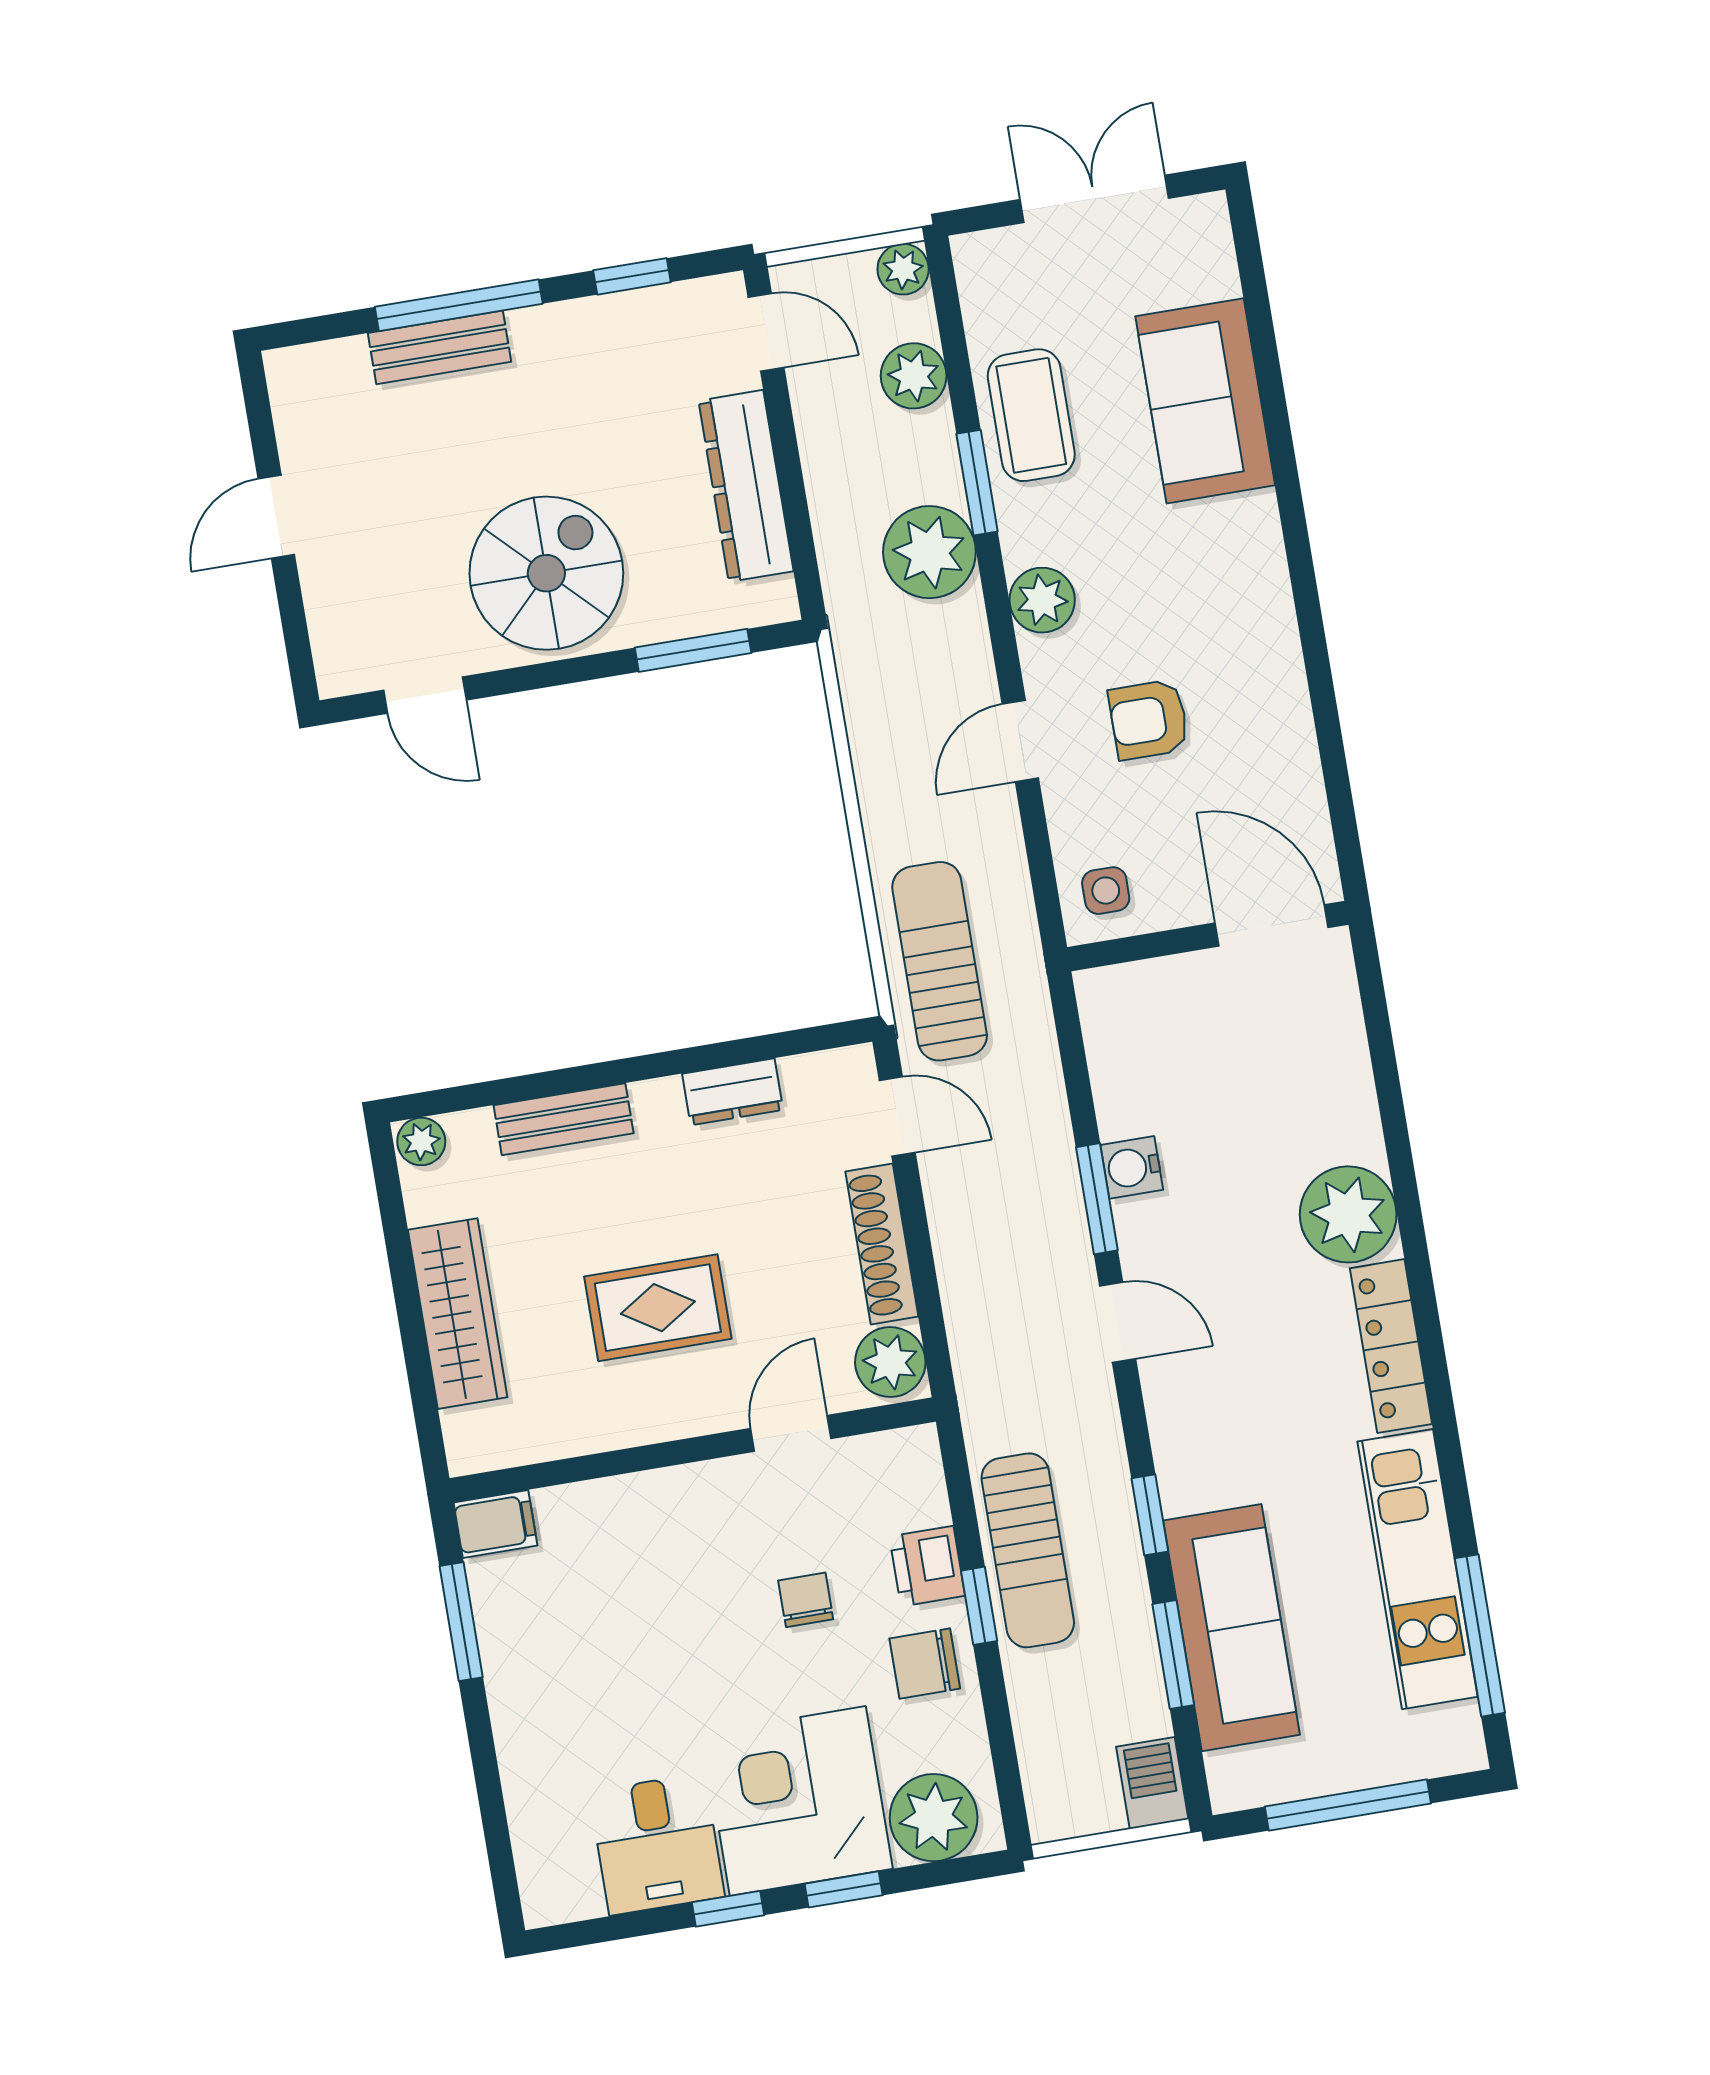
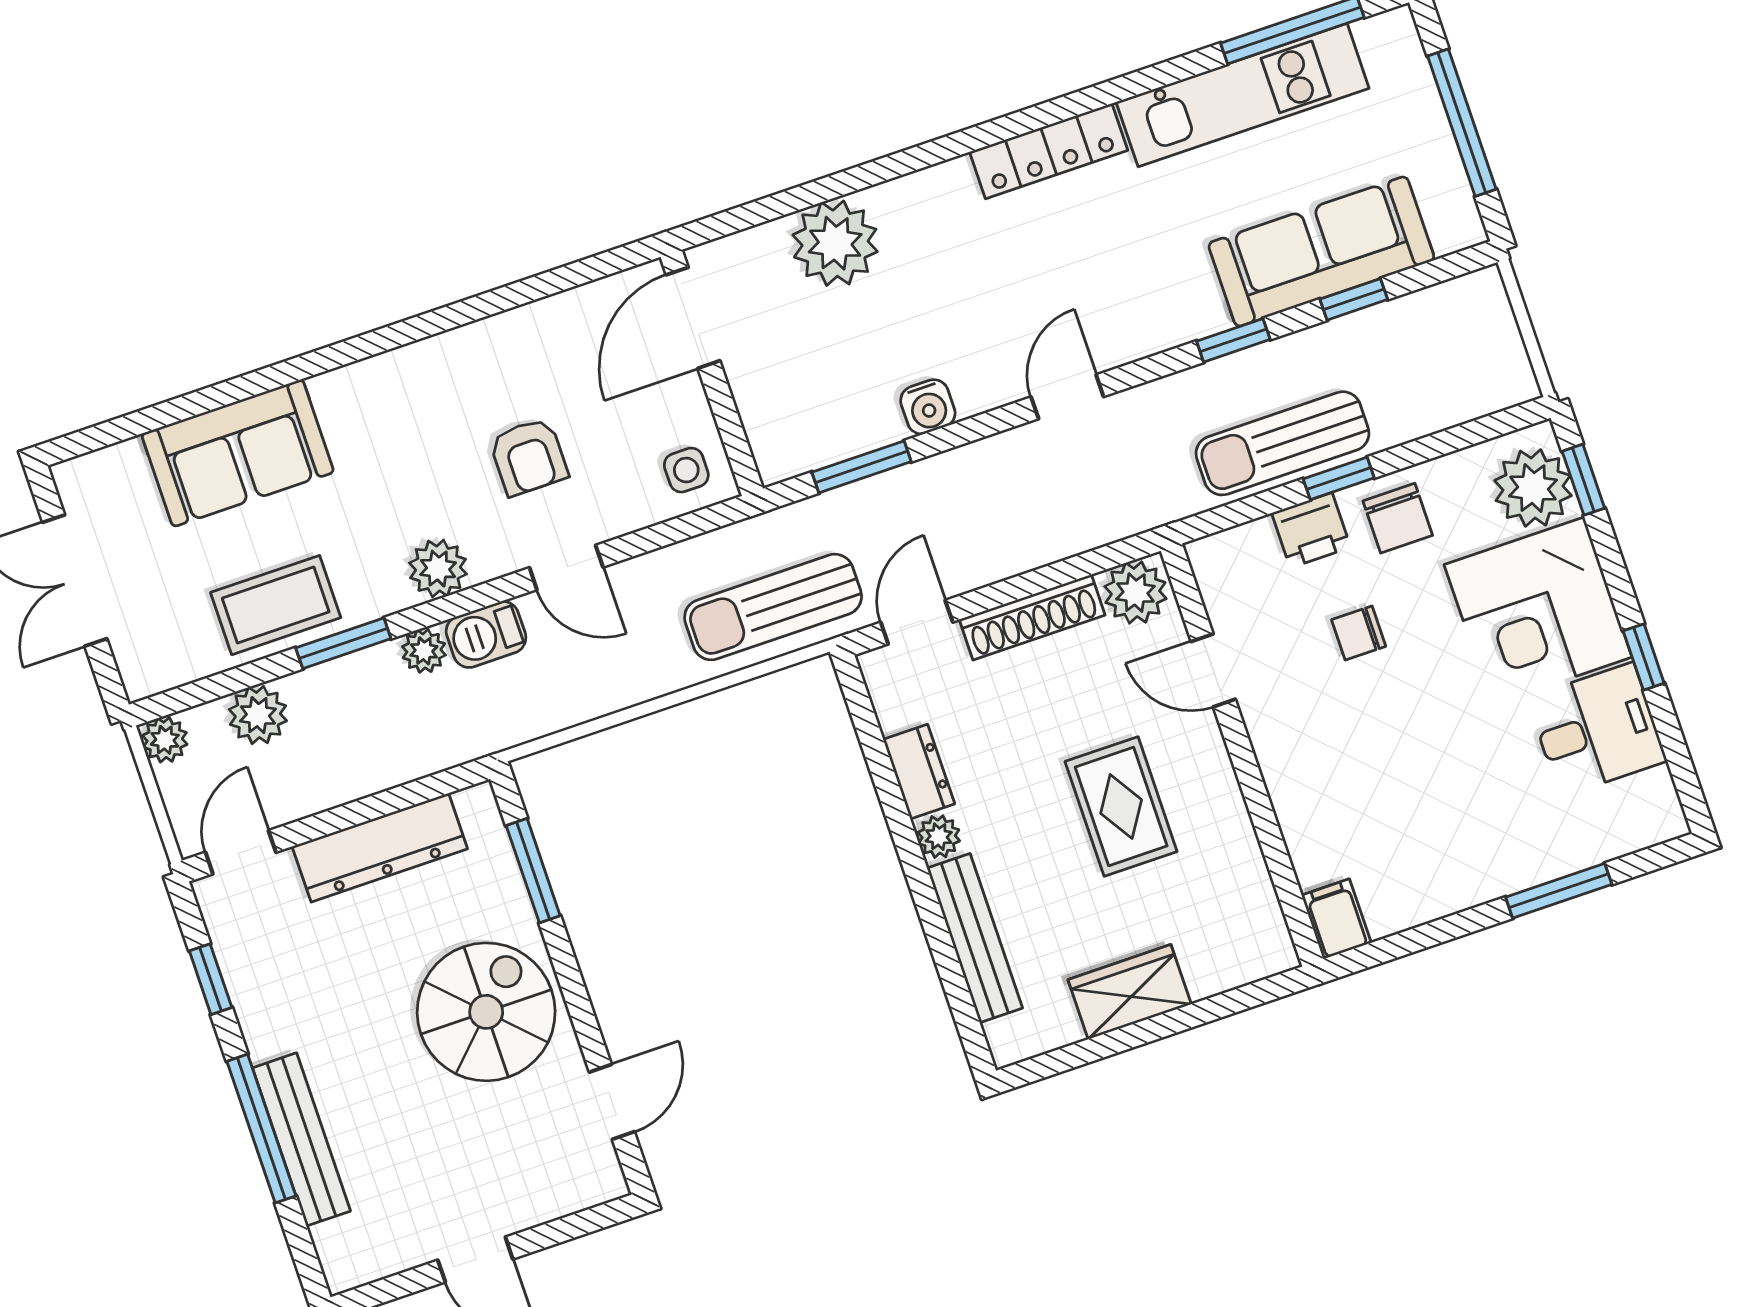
bench: (440, 347) -> (301, 1139), width x1.36
plant: (929, 552) -> (424, 651), width x0.53, depth x0.53
spiral stairs: (546, 573) -> (486, 1012), turned 90
bench: (564, 1119) -> (975, 938), width x1.36
plant: (421, 1141) -> (939, 837), moved
window: (1097, 1199) -> (862, 467), moved
plant: (1348, 1214) -> (835, 243), moved
wardrobe: (458, 1314) -> (1130, 992), width x0.67
sun lounger: (1028, 1550) -> (1283, 443), turned 180
window: (461, 1622) -> (1559, 891), moved
window: (1173, 1655) -> (1354, 299), width x0.67
barbecue: (1152, 1783) -> (486, 634), moved
window: (844, 1889) -> (1583, 480), moved

